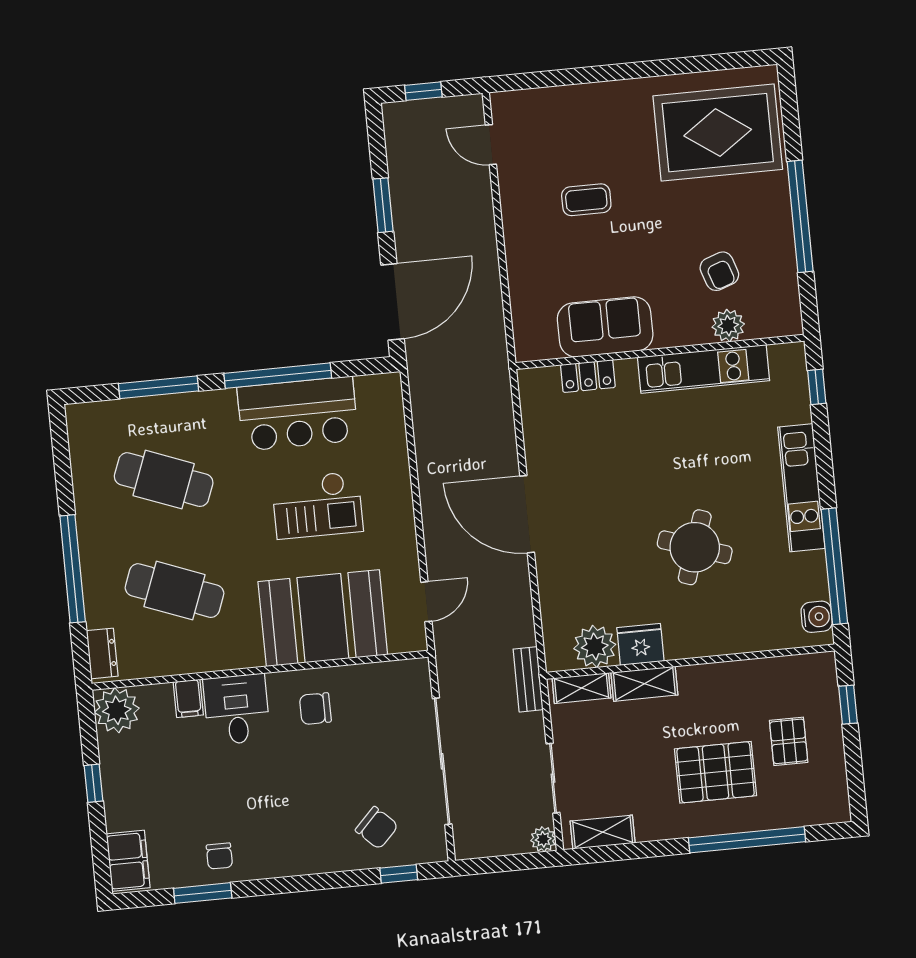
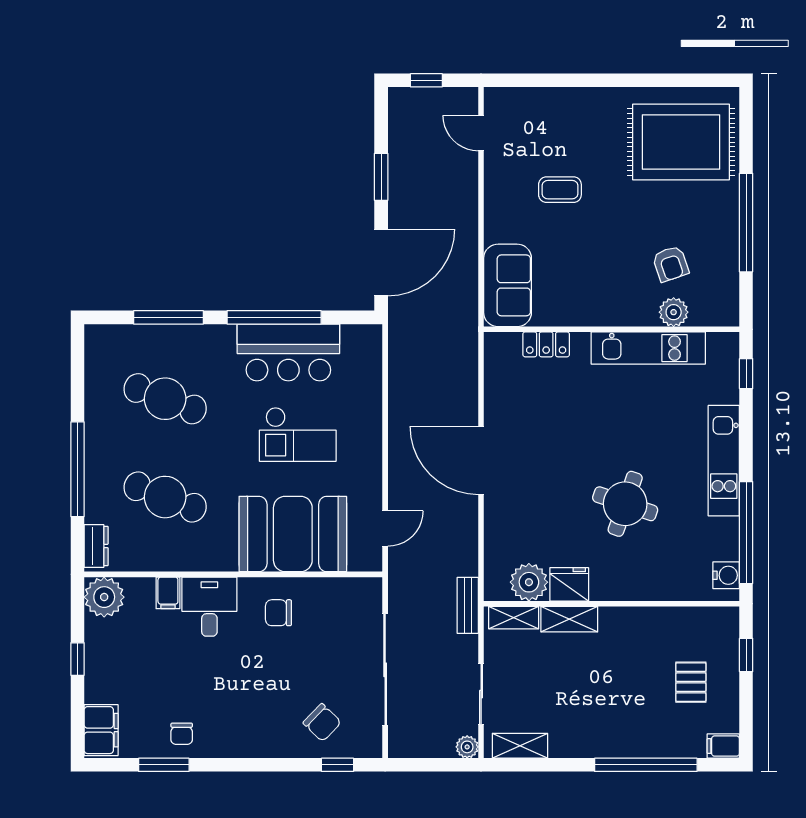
sofa: (605, 327) -> (508, 285), moved, turned 90
pallet: (716, 772) -> (624, 703), removed
filing cabinet: (832, 810) -> (723, 746), added

